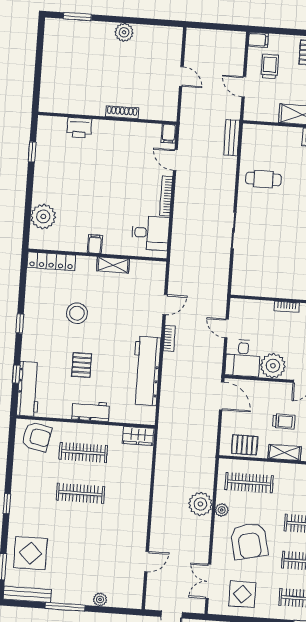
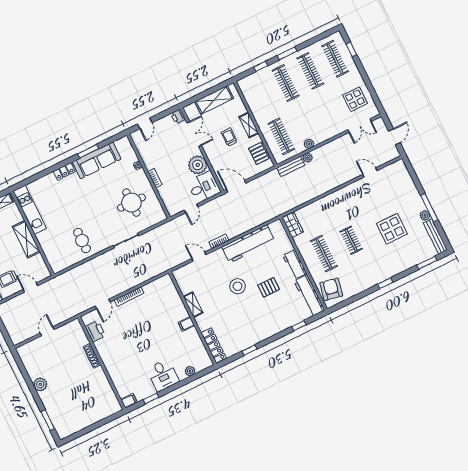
door: (244, 87) -> (30, 288), swing flipped
printer: (79, 128) -> (95, 331), moved
filing cabinet: (169, 134) -> (129, 401), moved
bench: (232, 138) -> (291, 166), moved
plant: (43, 216) -> (190, 371), width x0.53, depth x0.53
desk: (150, 233) -> (163, 375), moved, turned 180
round table: (274, 263) -> (131, 203), added
stool: (77, 313) -> (238, 286), moved
window: (20, 323) -> (249, 350), moved
workbench: (28, 389) -> (309, 296), moved, turned -90
door: (222, 396) -> (236, 186), hinge flipped
clothes rail: (80, 493) -> (351, 240), width x0.73
plant: (200, 504) -> (308, 158), width x0.53, depth x0.53
armchair: (249, 541) -> (319, 115), removed
display table: (30, 553) -> (392, 229), moved
plant: (100, 599) -> (425, 215), moved

